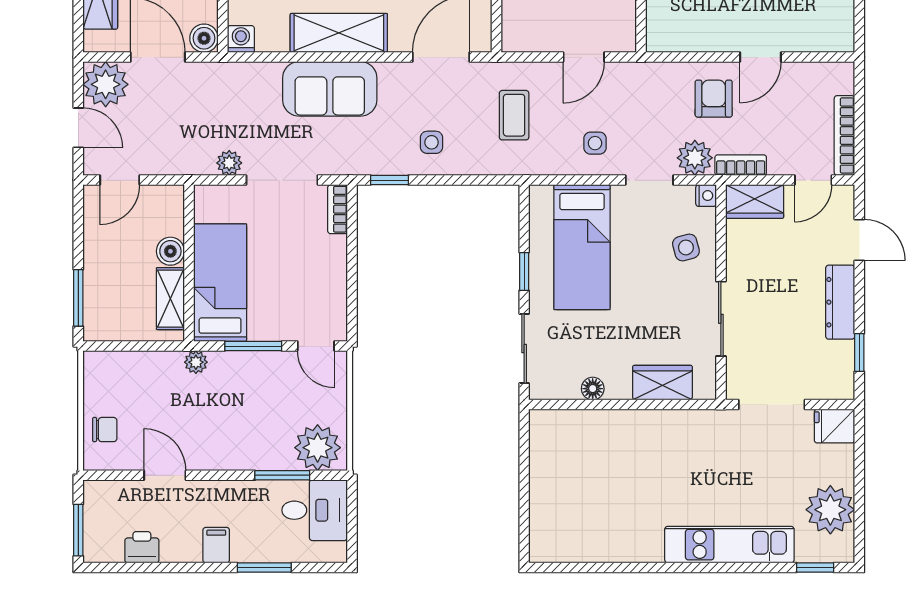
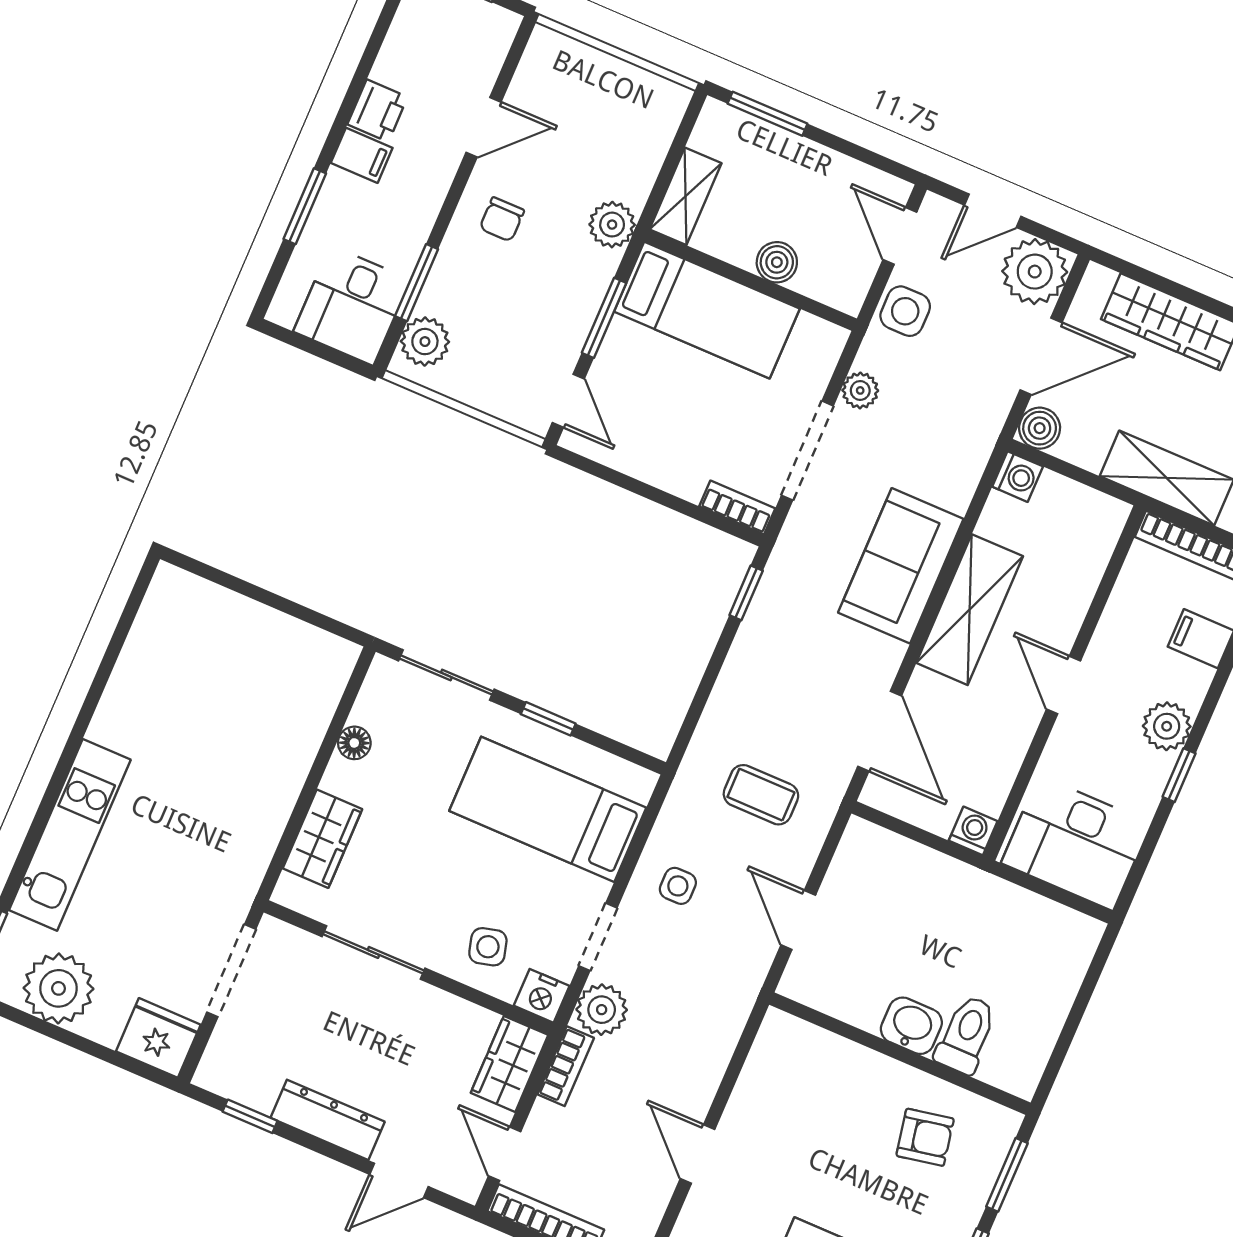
armchair: (714, 99) -> (669, 1068), removed
side table: (432, 142) -> (905, 311), moved, width x1.37, depth x1.37
nightstand: (706, 196) -> (542, 996), width x1.39, depth x1.35
shelving: (170, 299) -> (686, 196), moved, turned 90
door: (316, 346) -> (568, 401), swing flipped
plant: (196, 362) -> (612, 225), width x1.38, depth x1.38
fridge: (835, 426) -> (158, 1038), width x1.38
chair: (105, 430) -> (502, 219), moved
plant: (318, 448) -> (425, 342), width x0.73, depth x0.73
printer: (142, 547) -> (378, 111), moved

